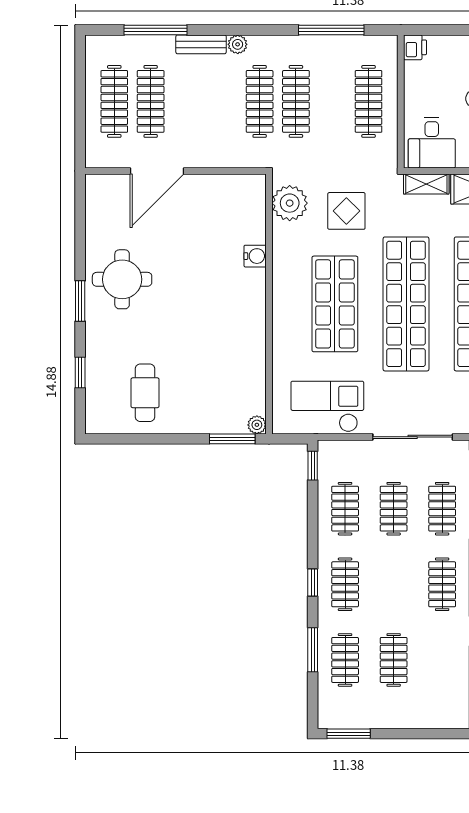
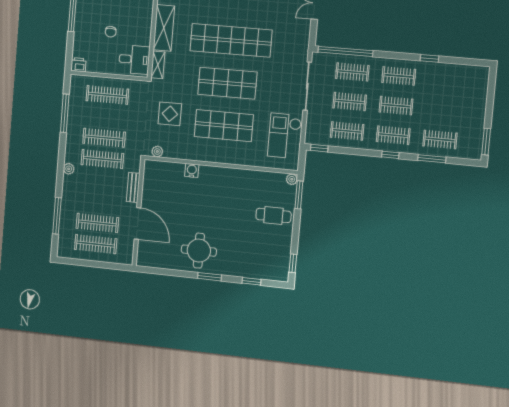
bench: (201, 44) -> (133, 187), moved
plant: (290, 203) -> (157, 151), width x0.53, depth x0.53
shop shelf: (406, 304) -> (227, 83), width x0.71
cafe table: (145, 393) -> (273, 215), moved
window: (118, 439) -> (293, 263), added
clothes rail: (394, 660) -> (396, 106), moved

